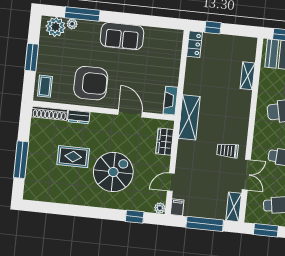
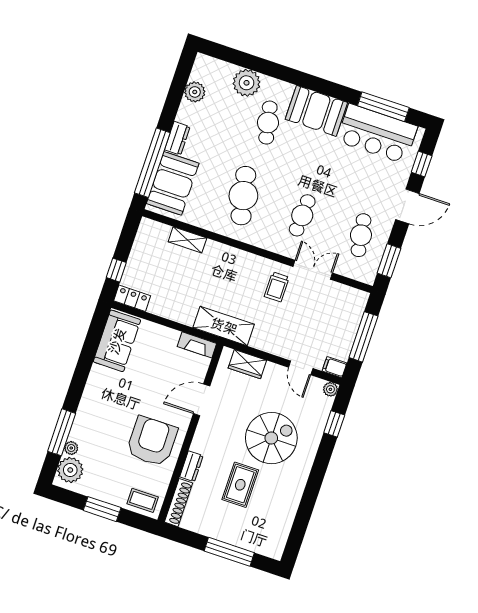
sofa: (122, 36) -> (117, 341), moved
spiral stairs: (113, 172) -> (271, 438), turned 90
shelving: (234, 207) -> (350, 295), removed

